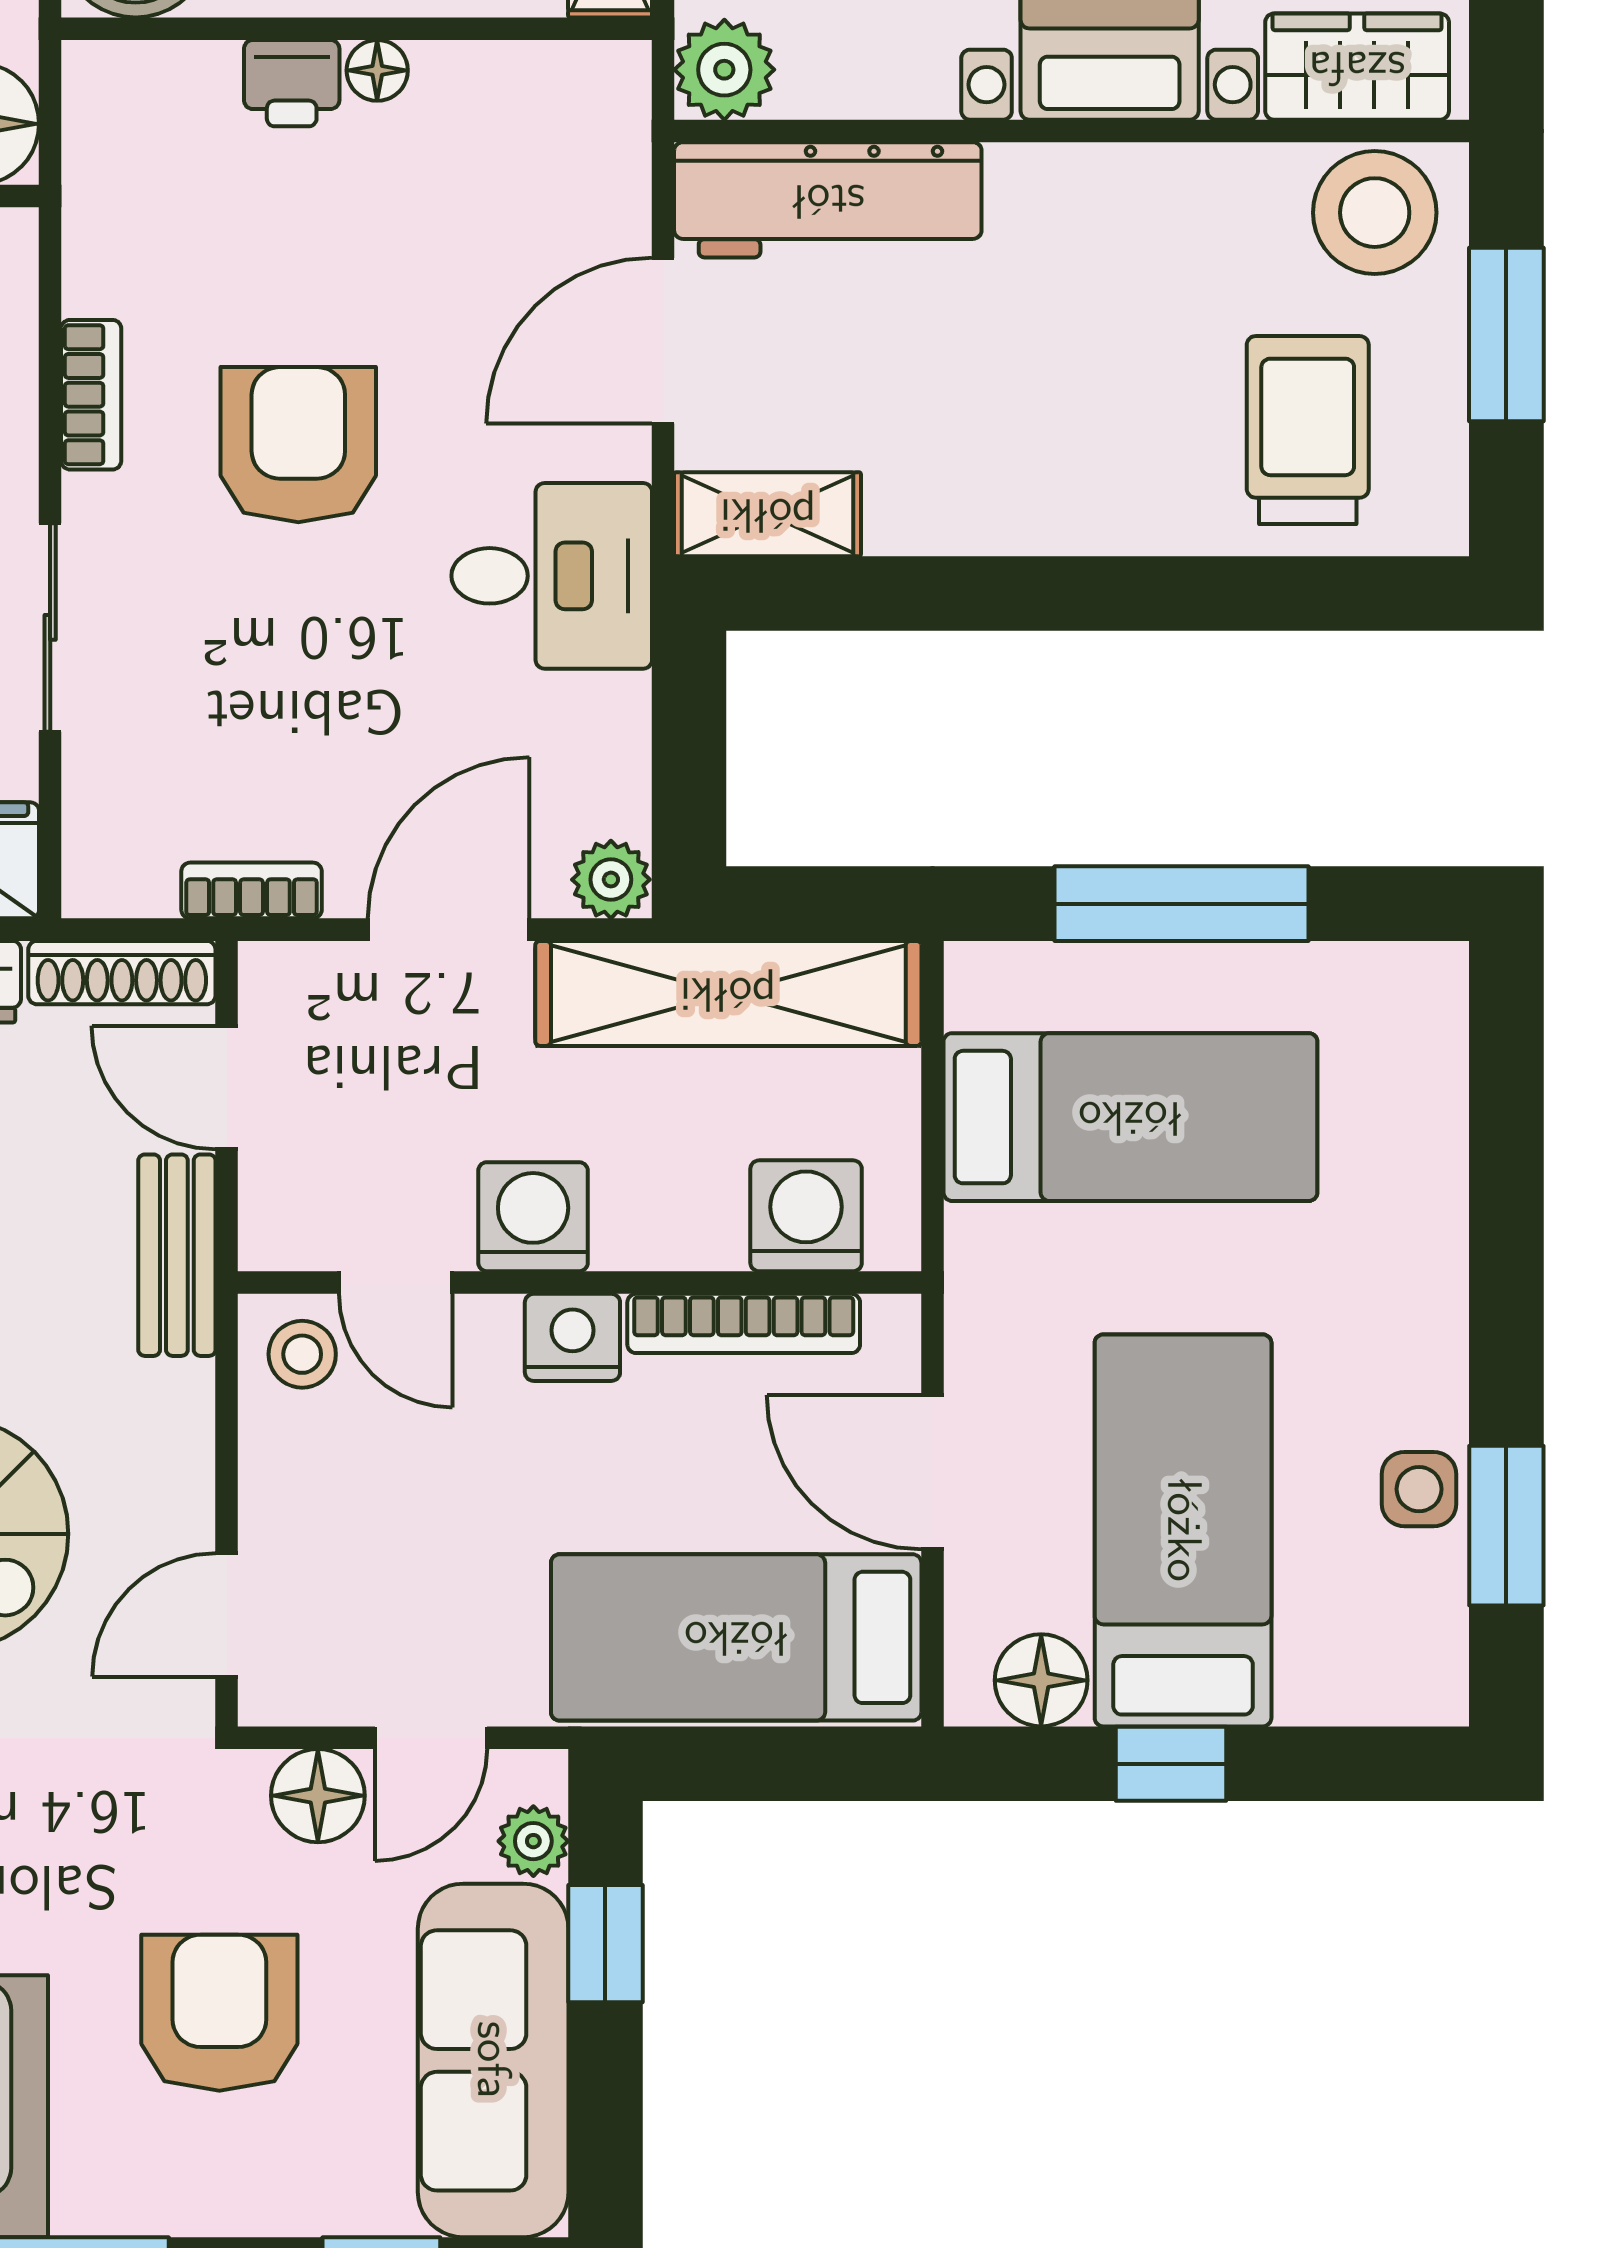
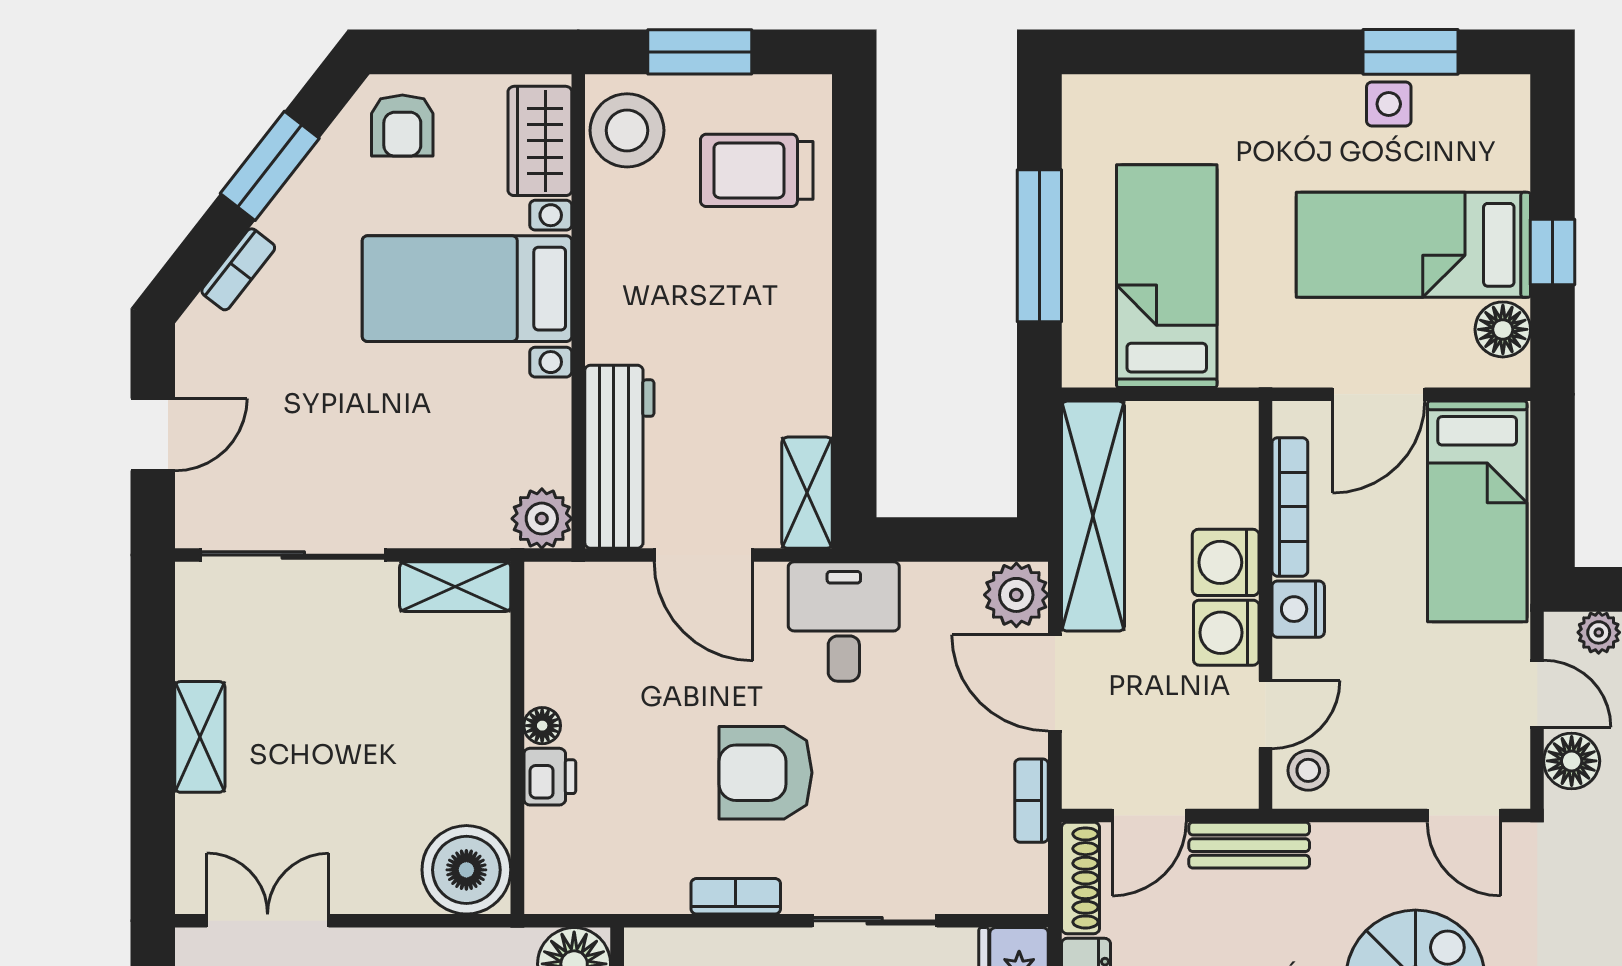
plant: (611, 880) -> (1016, 595), width x1.38, depth x1.38
washing machine: (806, 1216) -> (1226, 562), moved

